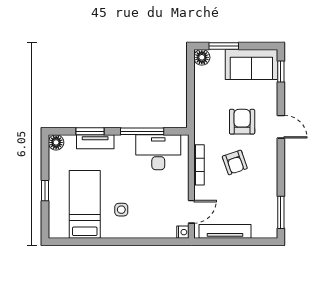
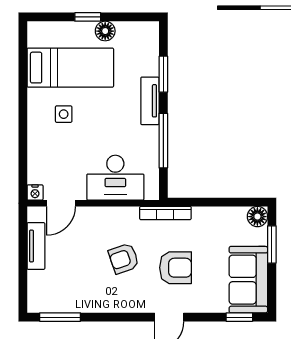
floor lamp: (56, 142) -> (105, 31), moved
tv unit: (95, 142) -> (150, 101), moved
desk: (158, 152) -> (115, 178), moved, turned 90
bookcase: (199, 165) -> (165, 213), moved
door: (191, 212) -> (61, 203), hinge flipped
tv unit: (225, 231) -> (36, 246), width x0.71

